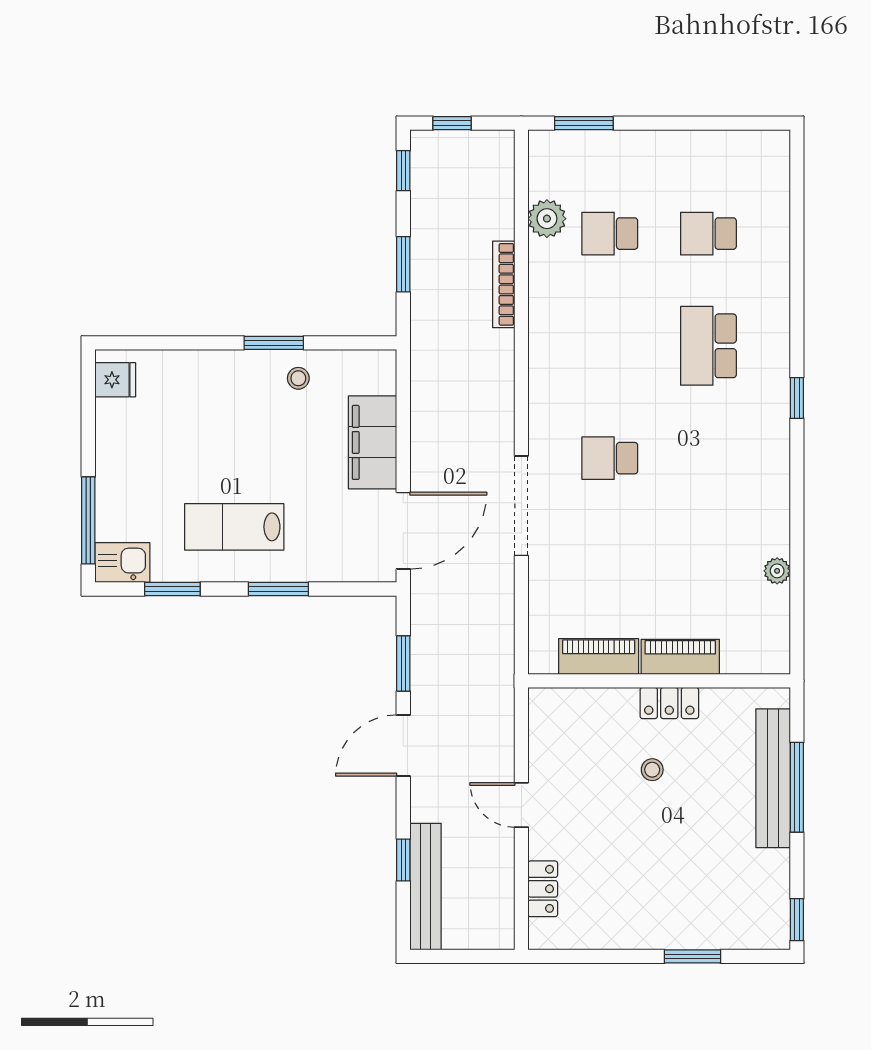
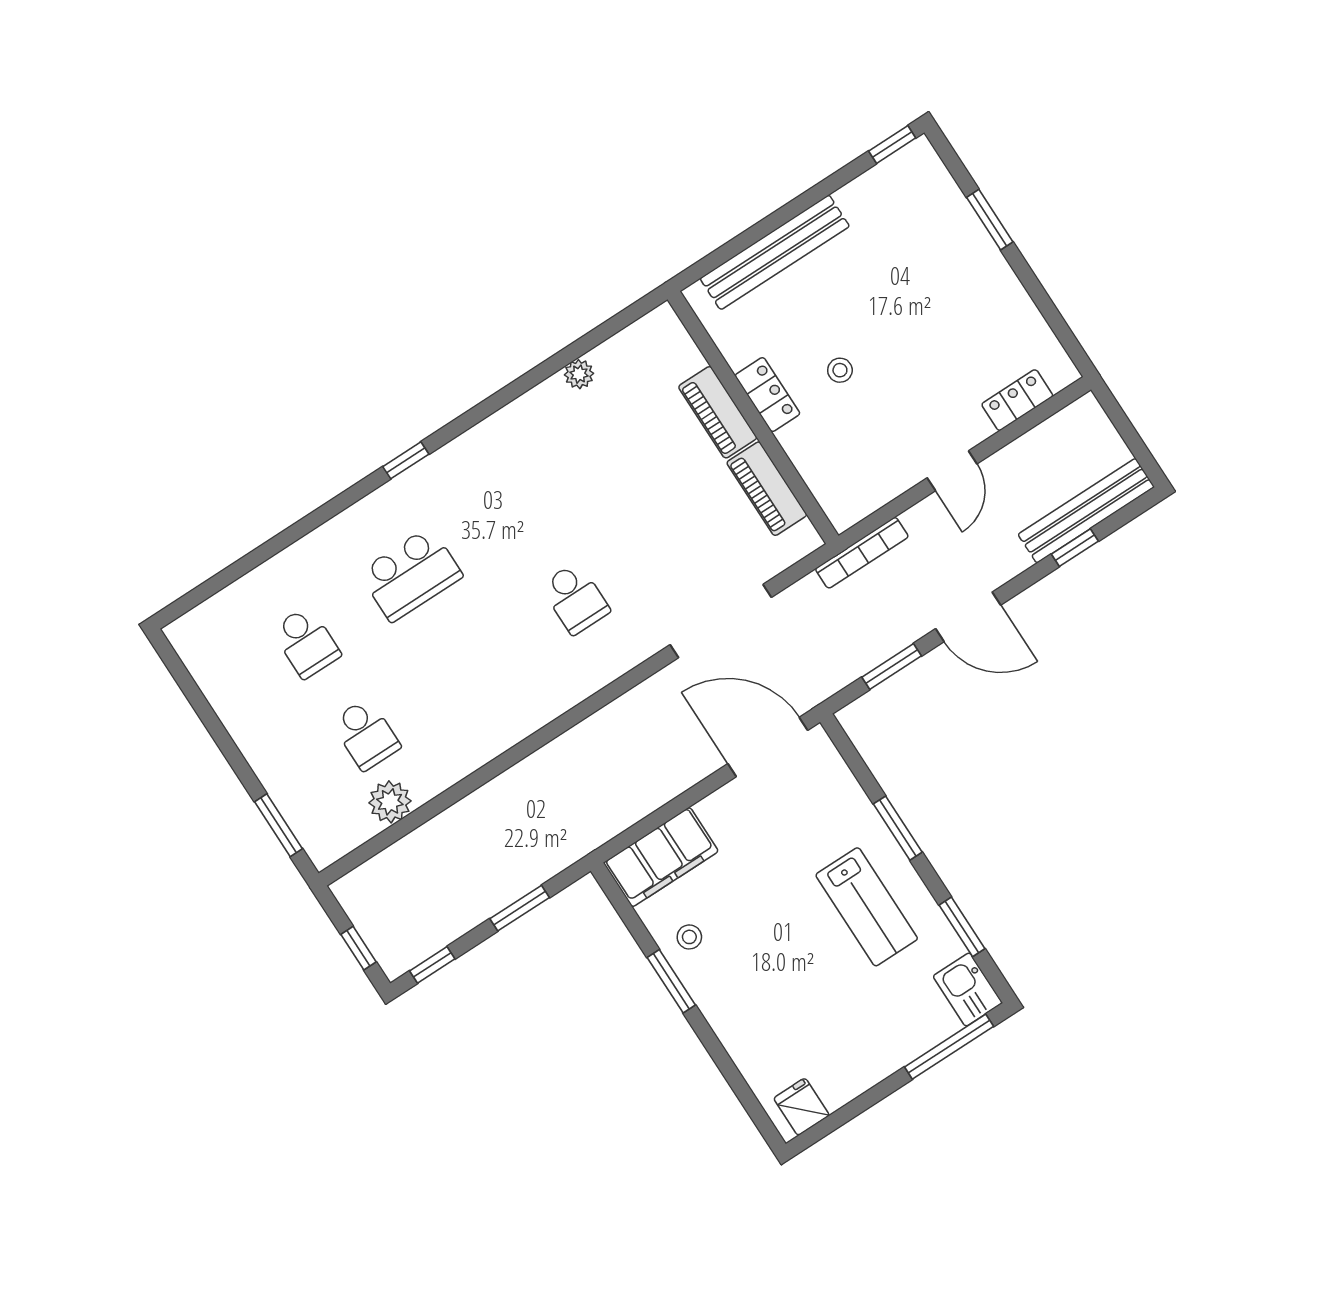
bookcase: (504, 284) -> (862, 553), moved
filing cabinet: (373, 442) -> (661, 857), moved
doorway: (521, 506) -> (721, 621), moved
window: (797, 787) -> (769, 225), removed

